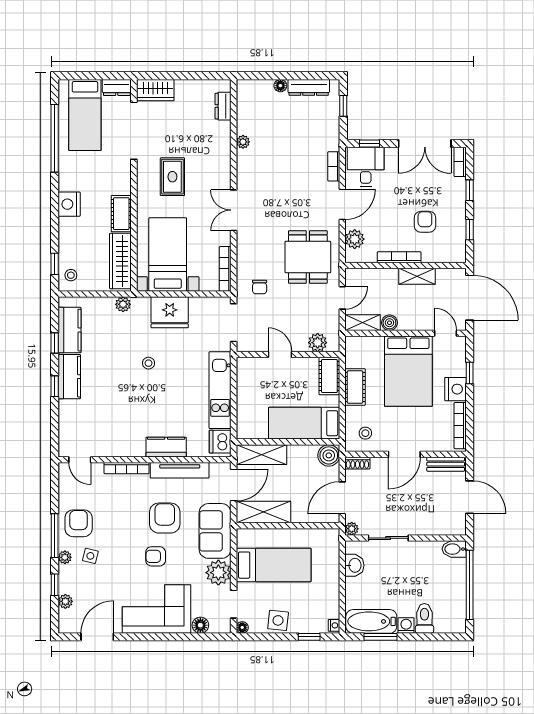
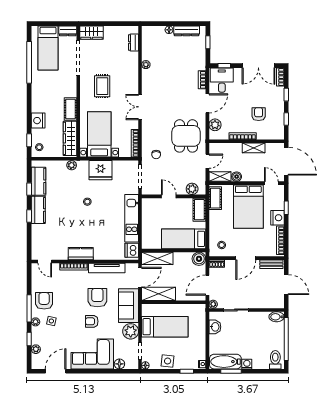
nightstand: (69, 204) -> (38, 121), moved
cot: (355, 387) -> (215, 198), moved
kitchen counter: (166, 447) -> (81, 254), moved
toilet: (424, 618) -> (275, 360), moved

